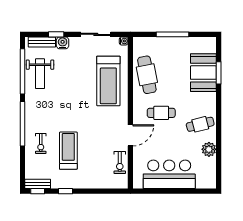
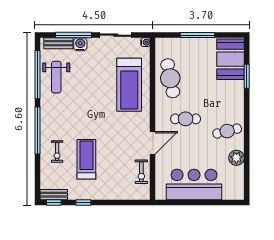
window: (56, 34) -> (74, 35), width x2.17
booth: (203, 73) -> (230, 59), moved

